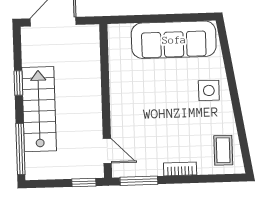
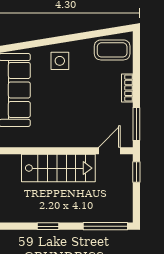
stairs: (39, 109) -> (58, 168), moved, turned 180
coffee table: (223, 150) -> (112, 50), width x1.36, depth x1.30

